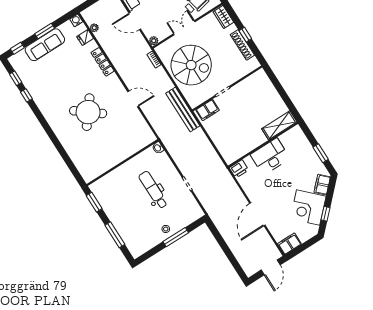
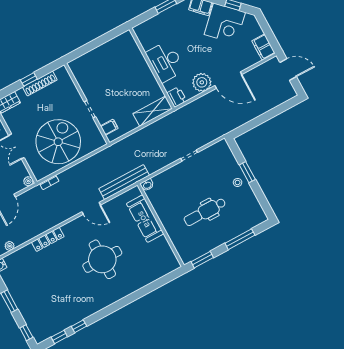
fridge: (85, 38) -> (20, 257), removed
sofa: (45, 45) -> (145, 219), moved, turned 180
door: (133, 99) -> (91, 208), swing flipped
bench: (183, 109) -> (124, 182), moved
filing cabinet: (207, 110) -> (109, 127), width x0.50
round table: (88, 112) -> (102, 259), turned -38
shelving: (279, 125) -> (153, 111), moved, turned 90
dental chair: (153, 190) -> (205, 212), moved
plant: (254, 191) -> (202, 82), added
window: (176, 237) -> (247, 172), width x0.69

